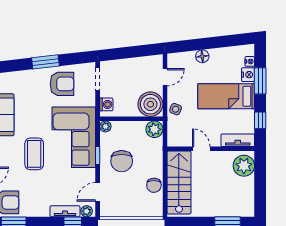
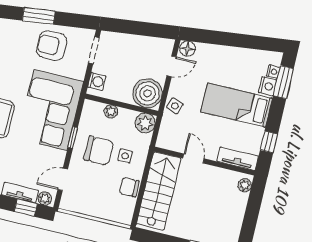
floor lamp: (202, 56) -> (187, 49), moved
window: (260, 81) -> (283, 82), moved
armchair: (62, 84) -> (52, 46), turned 180
plant: (105, 126) -> (111, 112), moved
side table: (144, 160) -> (125, 156), added
chair: (122, 161) -> (99, 151), turned -90
plant: (244, 166) -> (245, 185), width x0.53, depth x0.53
chair: (154, 185) -> (129, 187), turned 88

